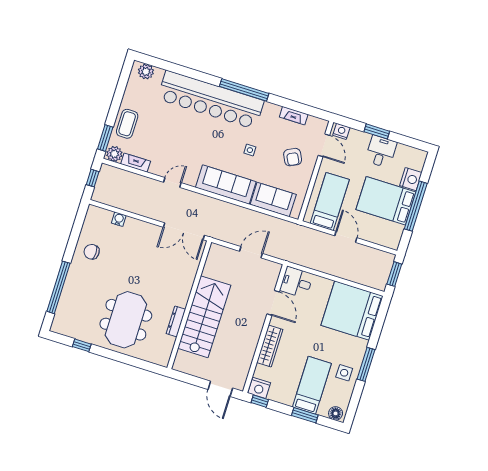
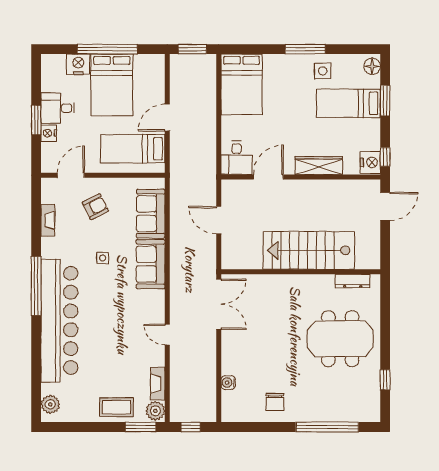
nightstand: (341, 131) -> (49, 133), moved
sofa: (226, 185) -> (151, 264), width x0.73
bed: (352, 311) -> (242, 84), width x0.73
dresser: (176, 321) -> (353, 281), moved

